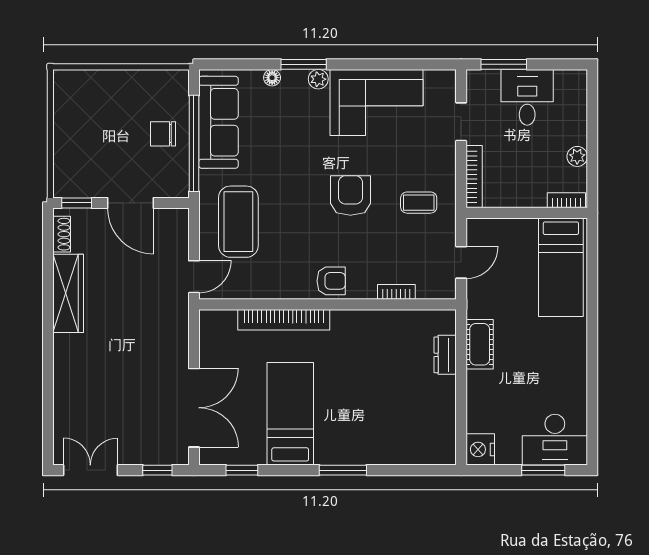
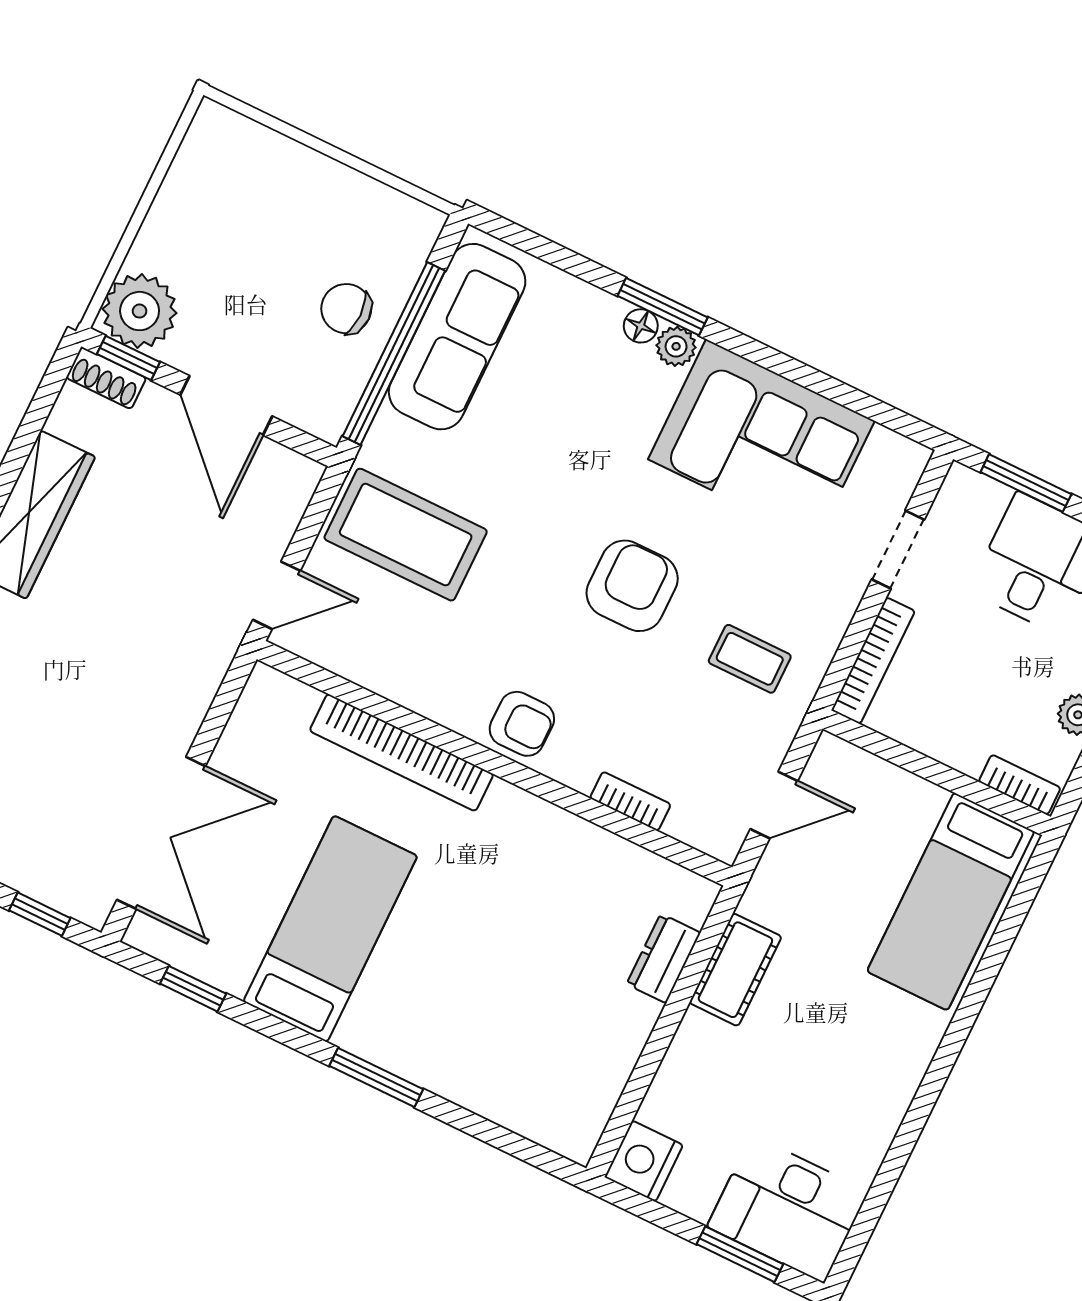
floor lamp: (272, 78) -> (641, 326), moved
plant: (71, 180) -> (140, 311), added
coffee table: (238, 222) -> (406, 535), turned 90
shoe rack: (62, 234) -> (106, 378), moved, turned 90

